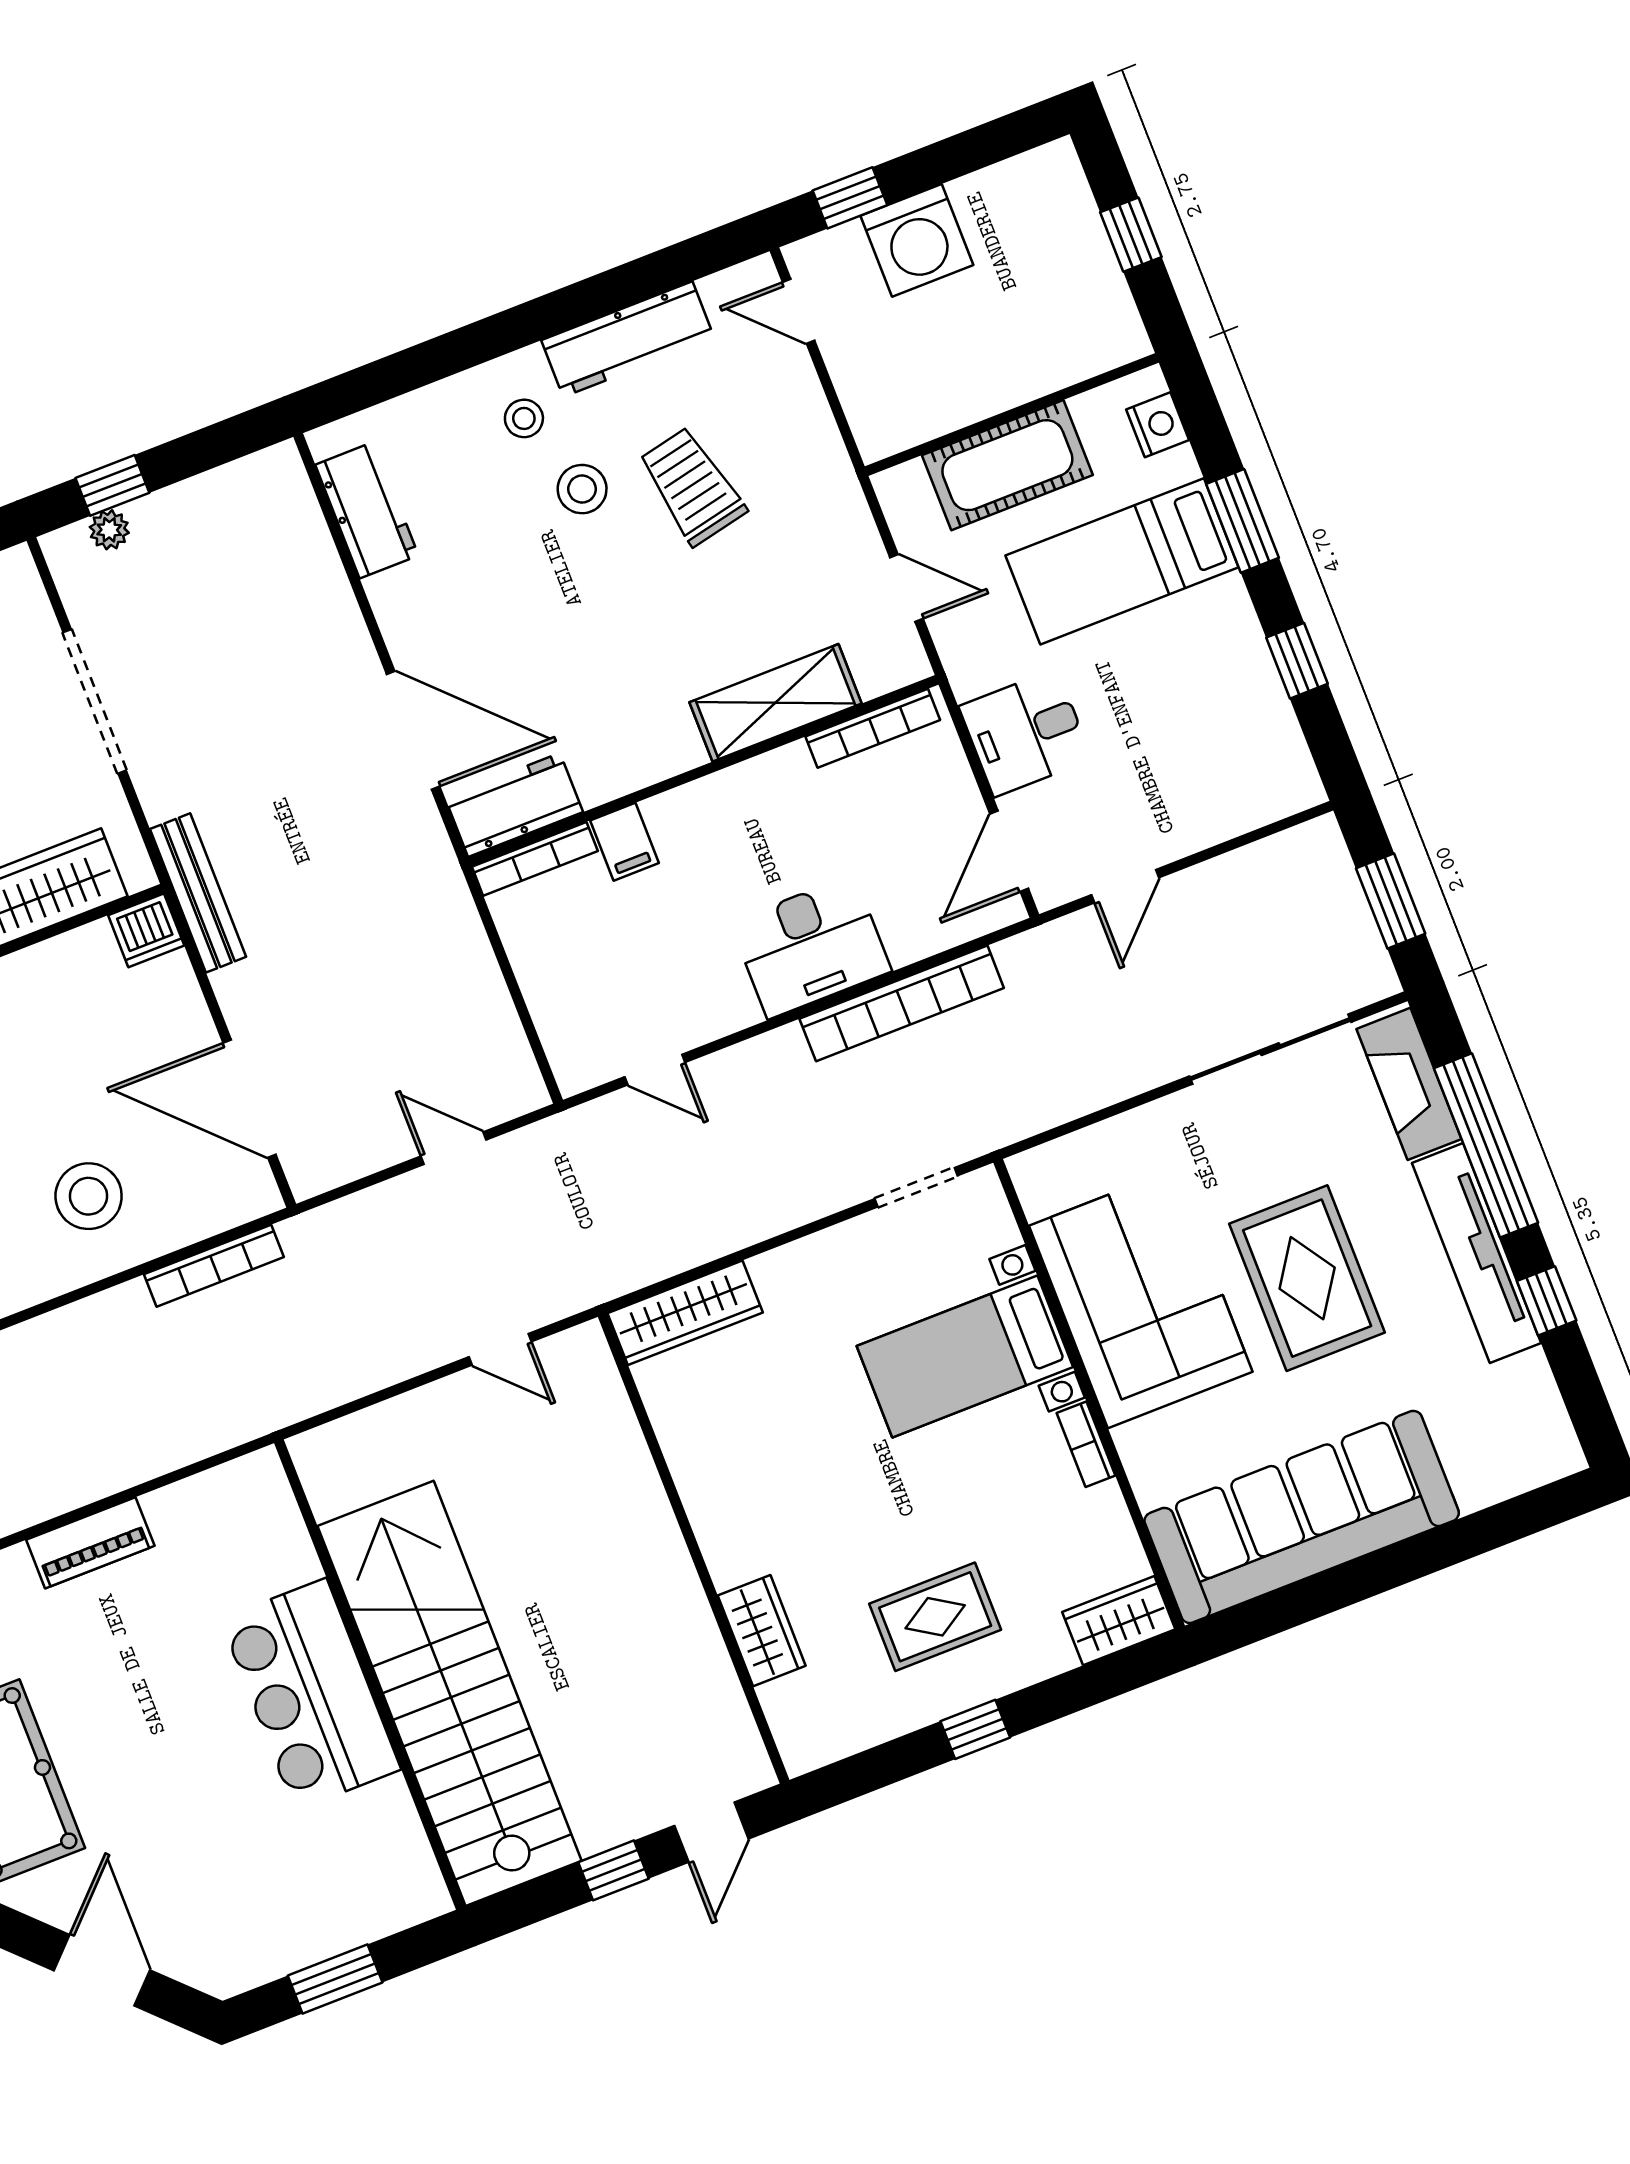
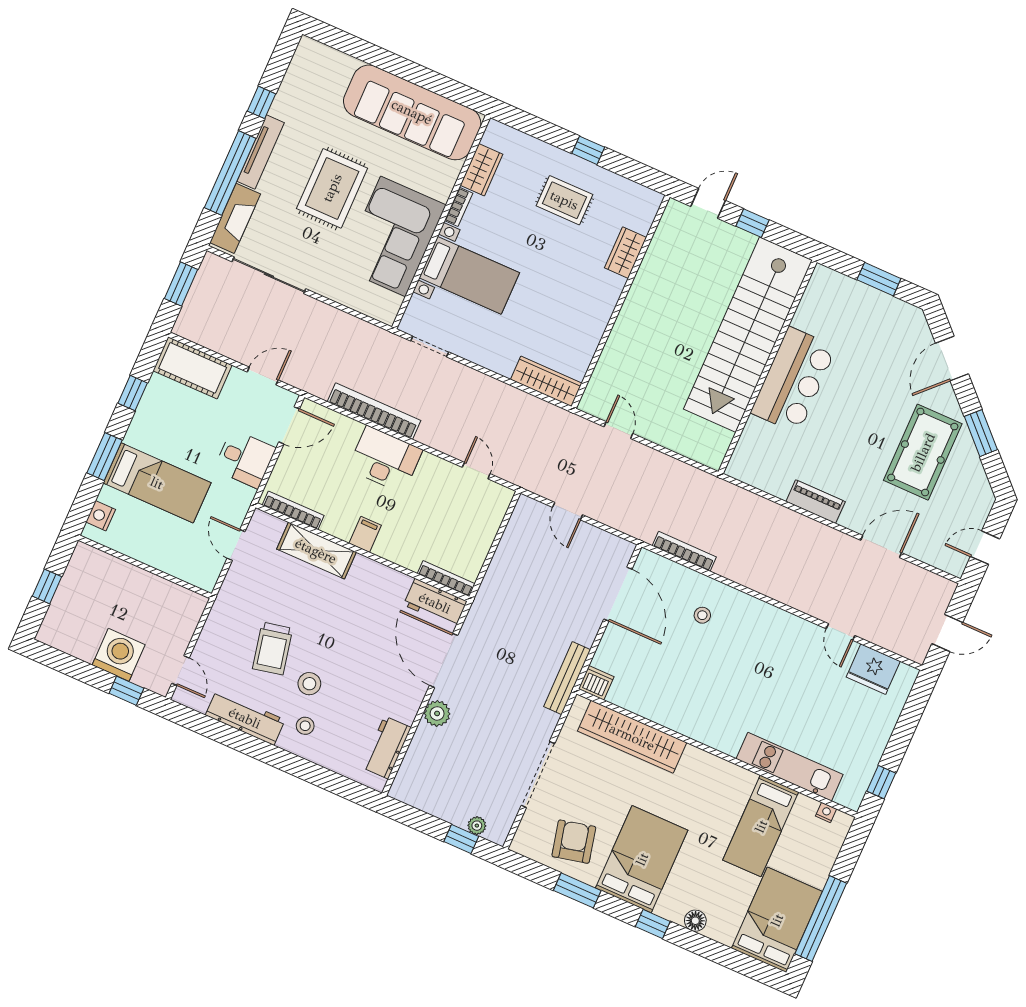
cot: (1007, 465) -> (193, 368), moved
plant: (342, 640) -> (437, 713), added
filing cabinet: (625, 842) -> (365, 534), moved
stool: (89, 1196) -> (702, 615), width x0.53, depth x0.53
tv unit: (1476, 1253) -> (261, 152), width x0.73, depth x0.78
wardrobe: (1119, 1621) -> (482, 170), moved, turned -90

